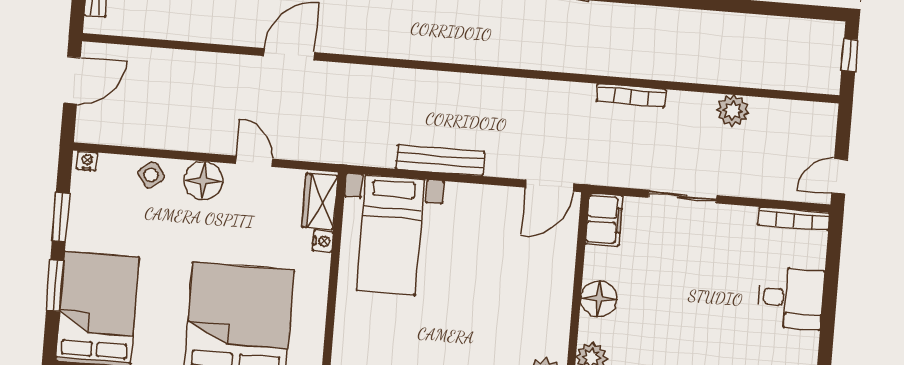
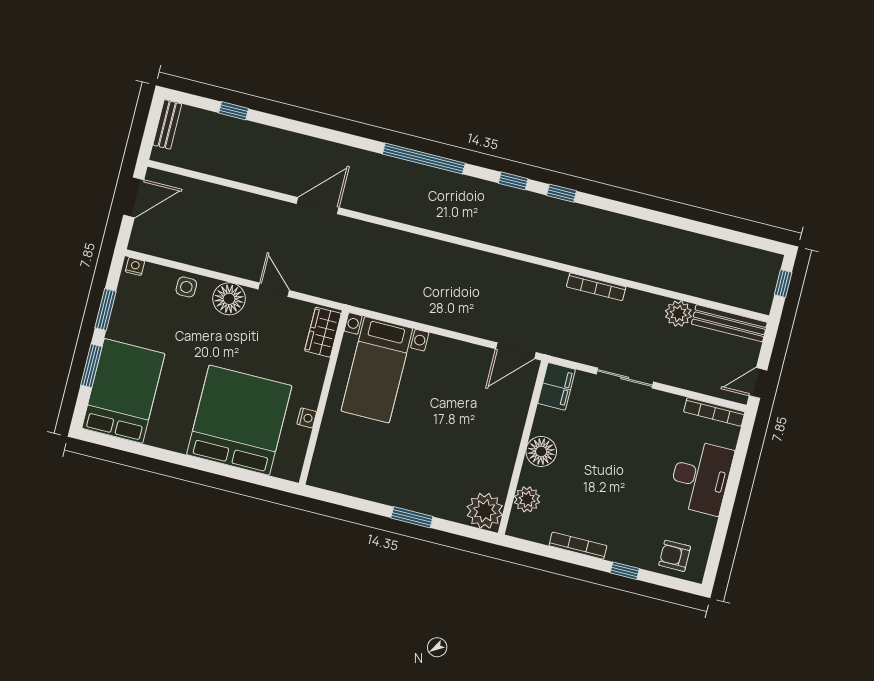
bench: (440, 160) -> (729, 323), moved
side table: (151, 175) -> (186, 287), turned 36
nightstand: (323, 241) -> (307, 418), moved
desk: (791, 298) -> (701, 477), width x1.37

